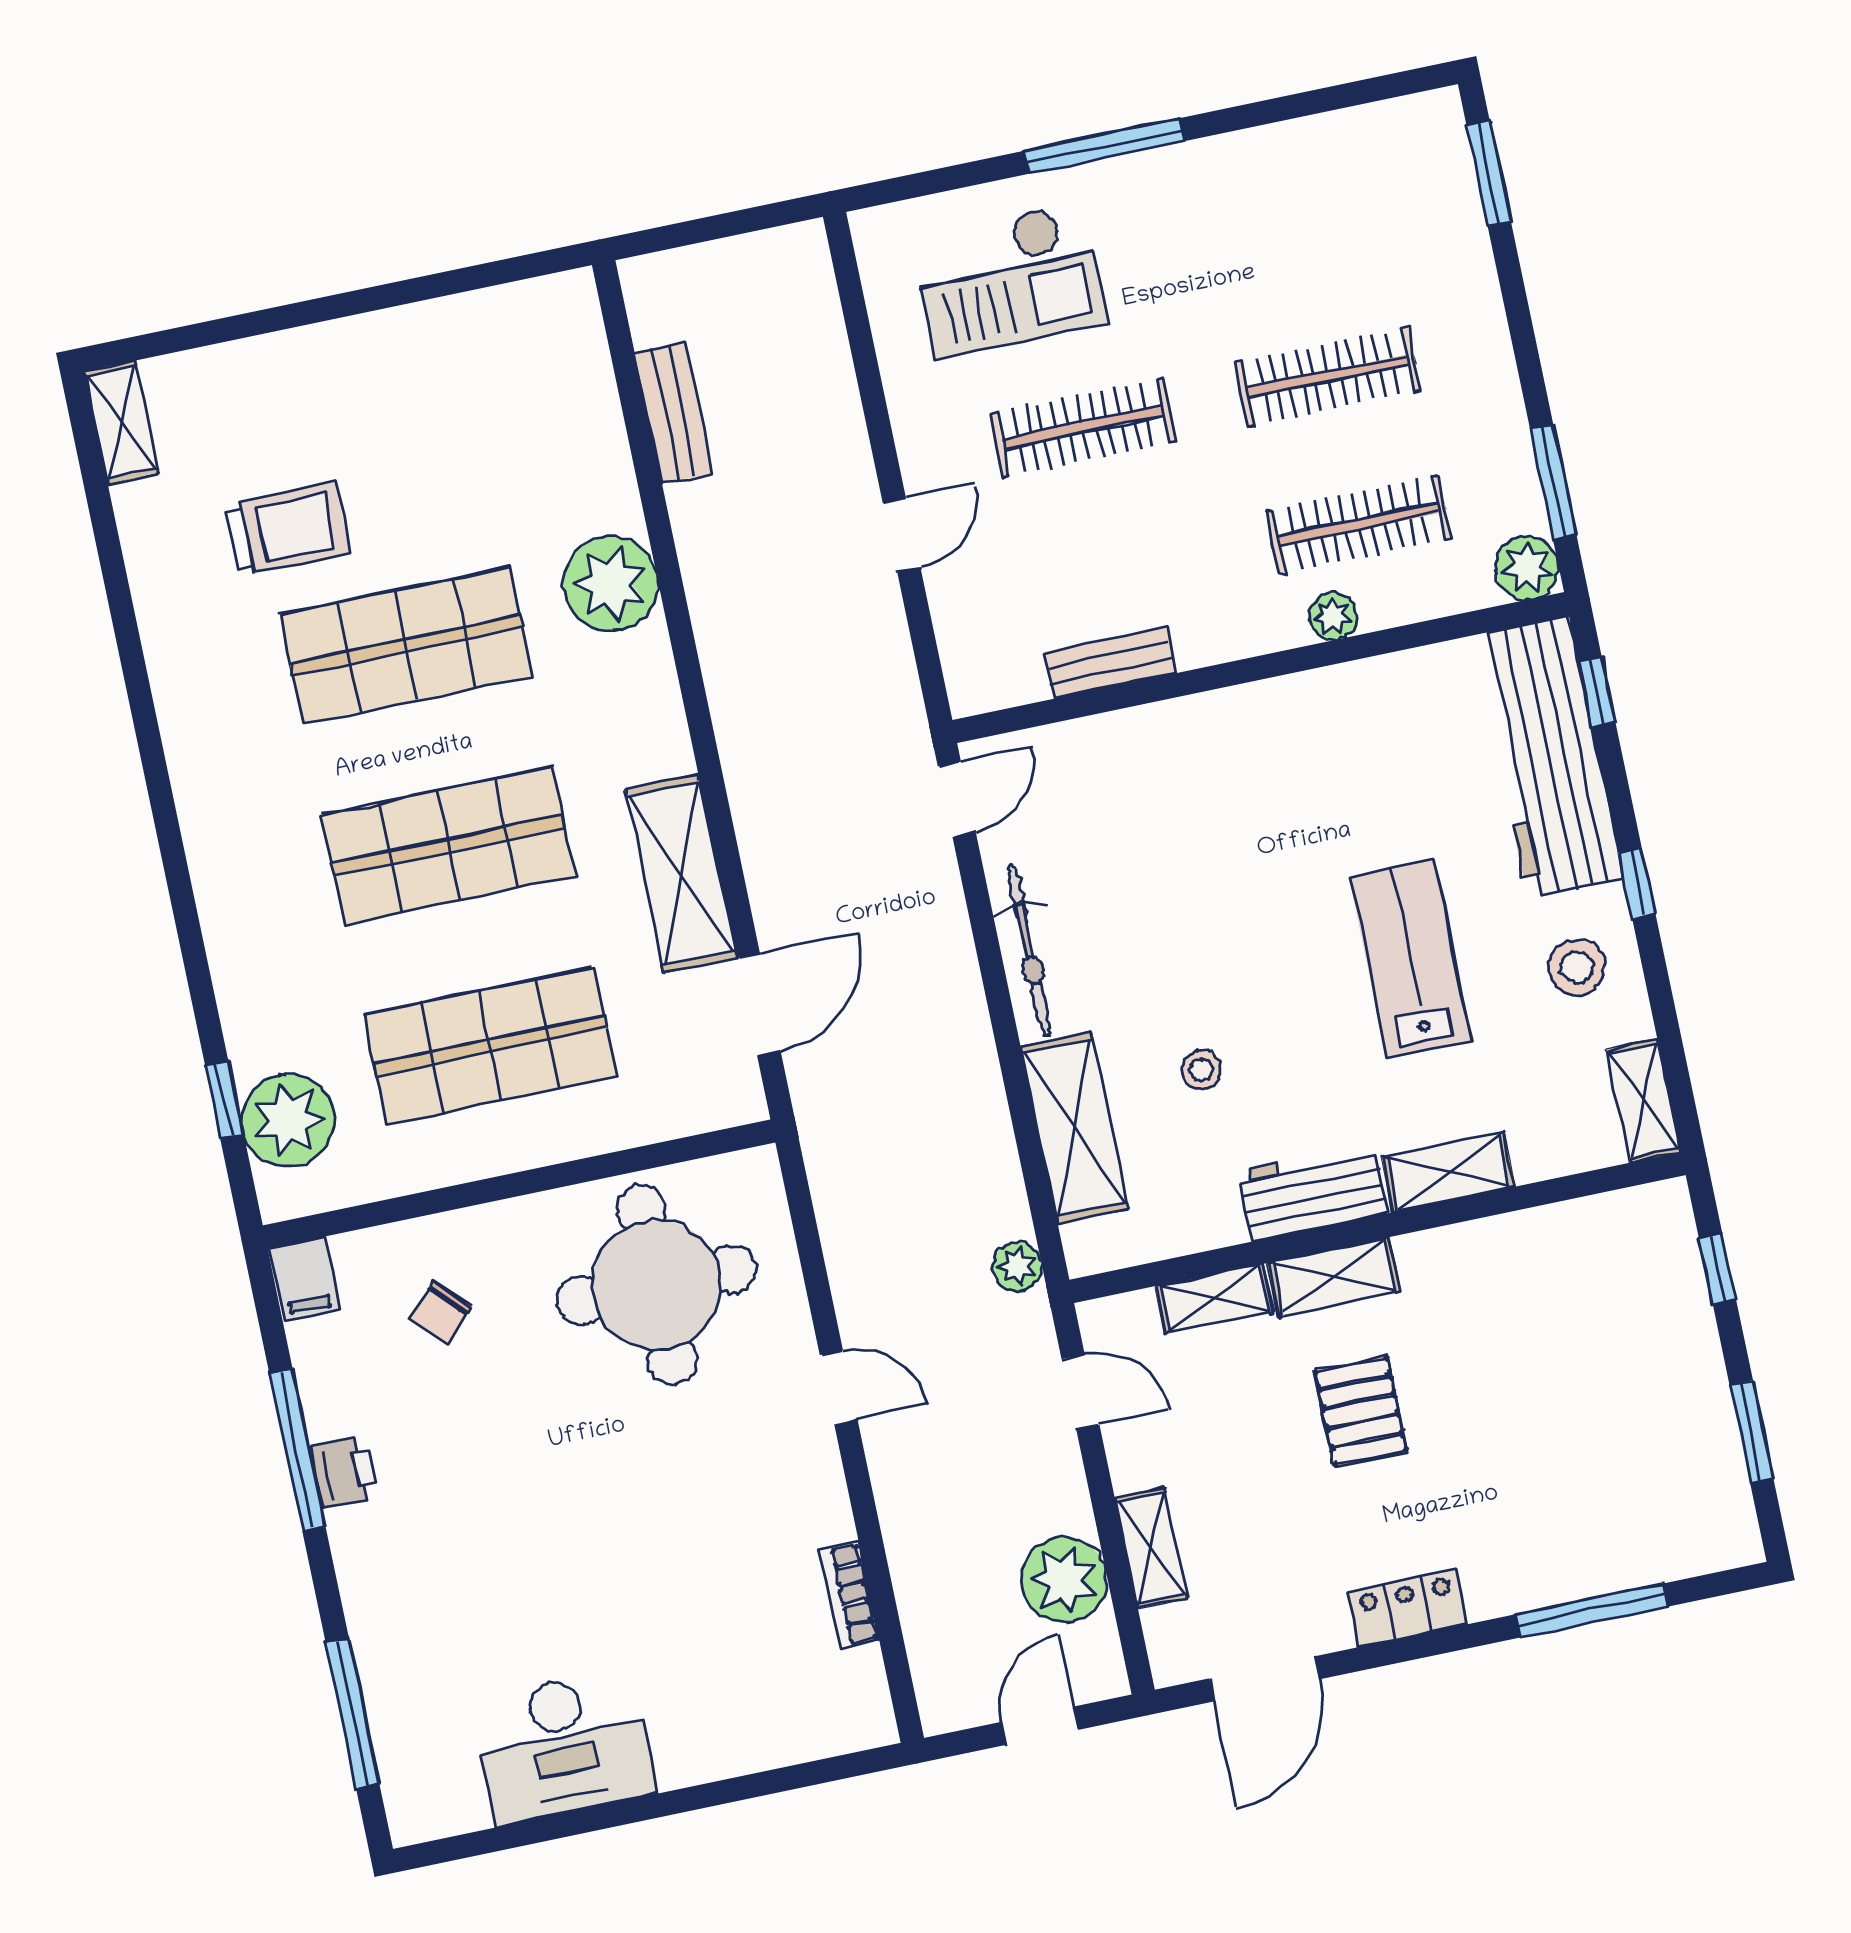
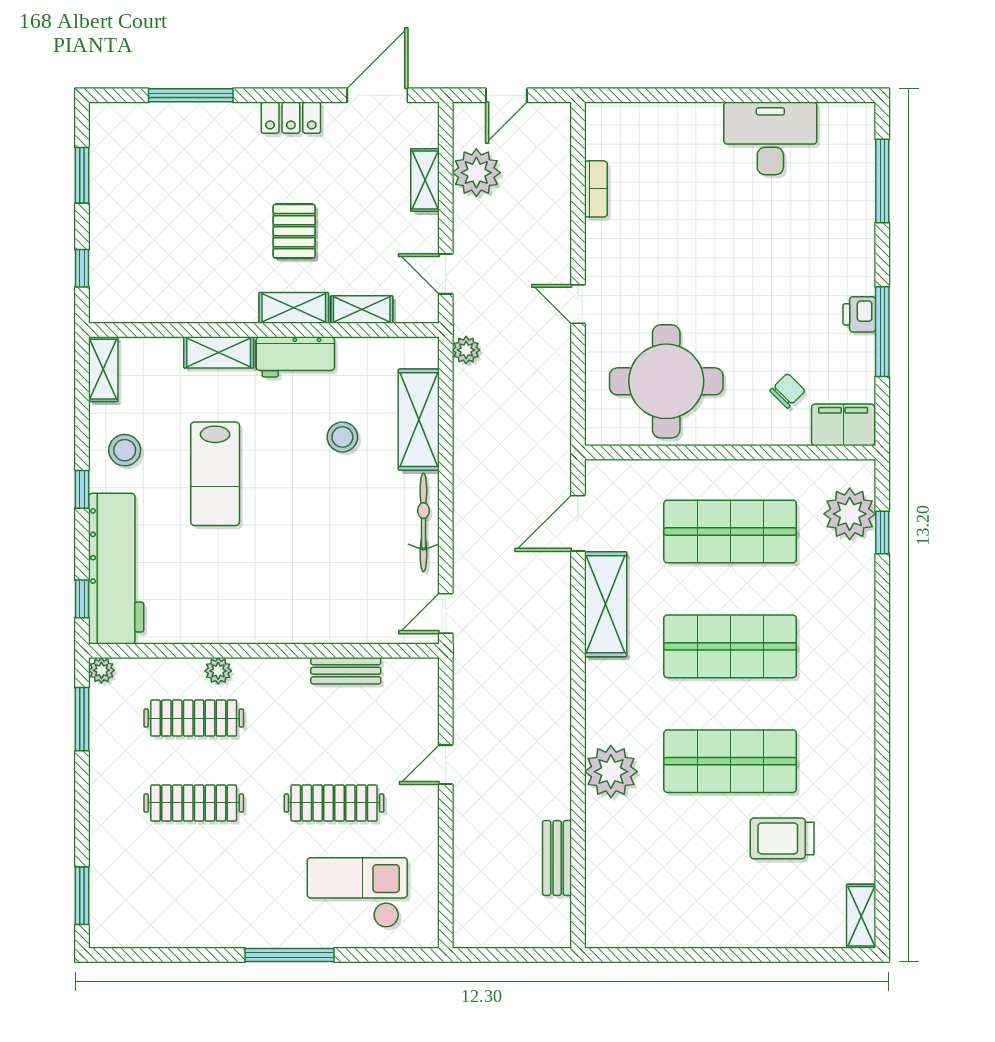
plant: (1527, 568) -> (101, 670), width x0.73, depth x0.73
stool: (1201, 1070) -> (342, 437), width x1.37, depth x1.37
filing cabinet: (304, 1279) -> (843, 425), width x2.00

